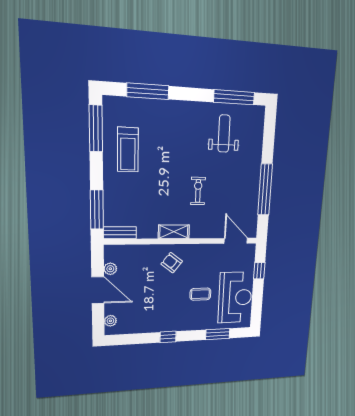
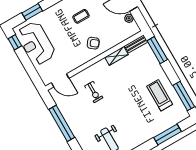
exercise bike: (198, 191) -> (94, 92), moved
shelving: (174, 232) -> (116, 56), moved
window: (259, 271) -> (15, 42), moved
coffee table: (200, 294) -> (81, 16), moved

